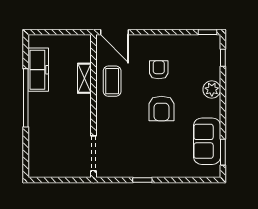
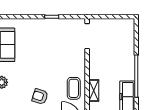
armchair: (159, 70) -> (40, 97), turned 108
armchair: (161, 108) -> (38, 69), removed

